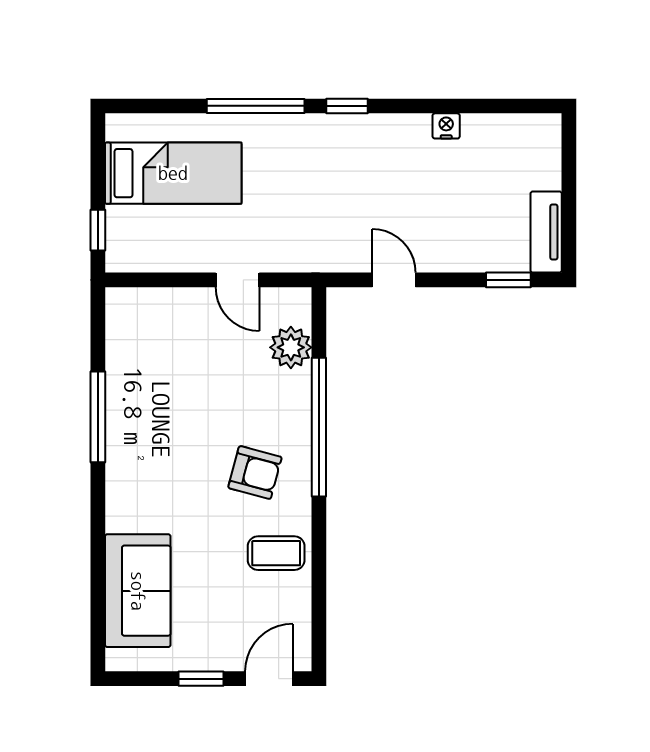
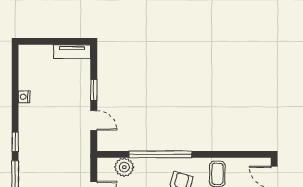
door: (394, 280) -> (94, 121), swing flipped
window: (508, 280) -> (94, 90), moved

